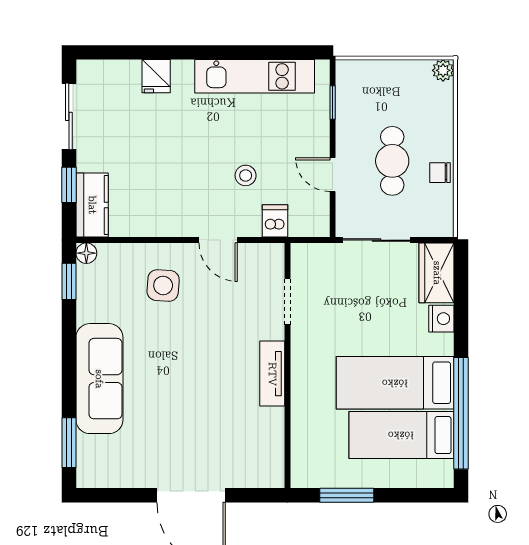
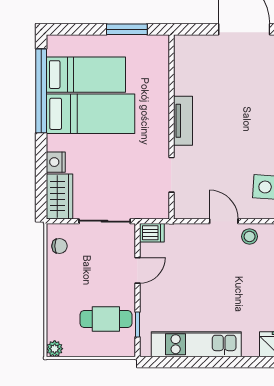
cafe table: (392, 161) -> (106, 319), moved, turned 90
chair: (440, 173) -> (59, 246), moved
stool: (246, 175) -> (250, 236), moved
door: (333, 175) -> (138, 270), hinge flipped
dishwasher: (275, 221) -> (152, 233), moved, turned -90

